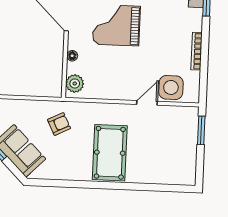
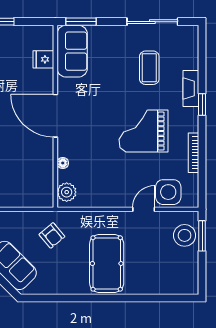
grand piano: (116, 25) -> (143, 131), moved
armchair: (59, 124) -> (52, 235), turned 76
stool: (185, 129) -> (185, 235), added

